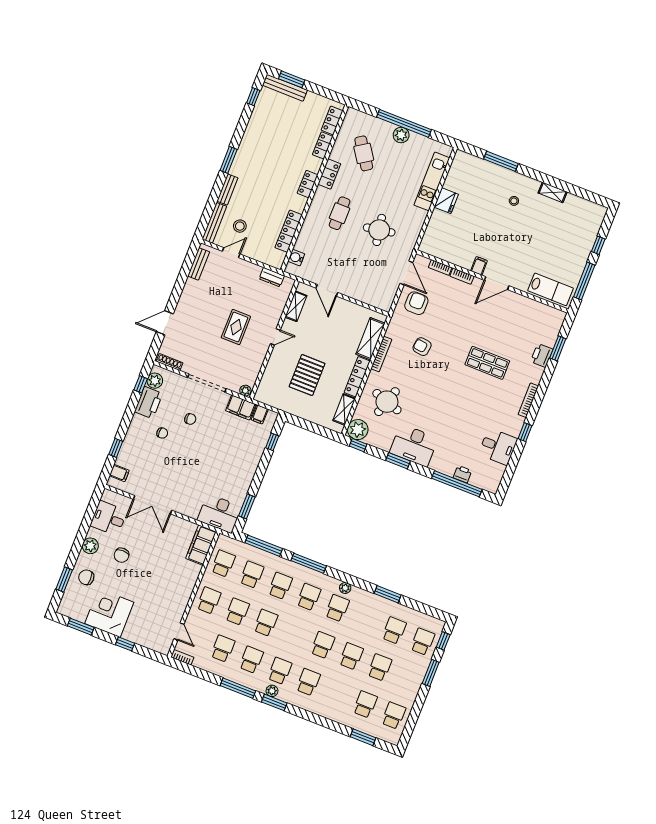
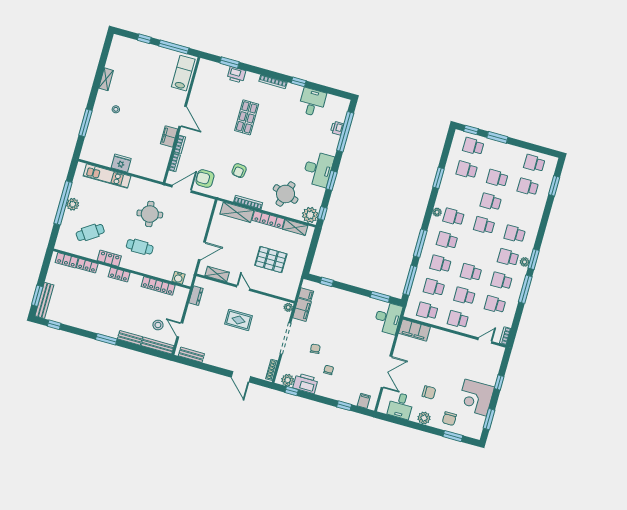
filing cabinet: (479, 266) -> (169, 136), width x2.00

